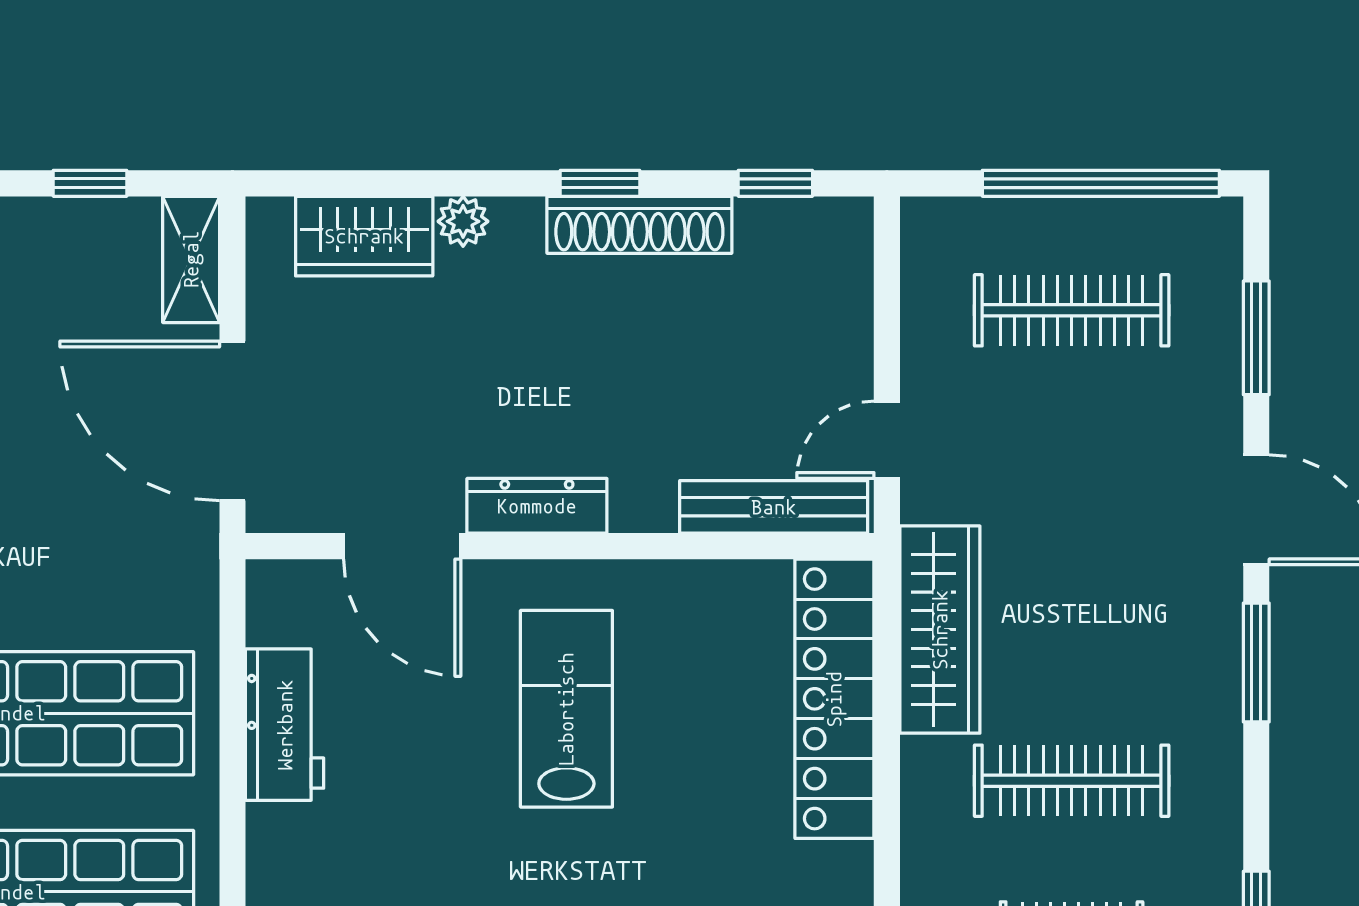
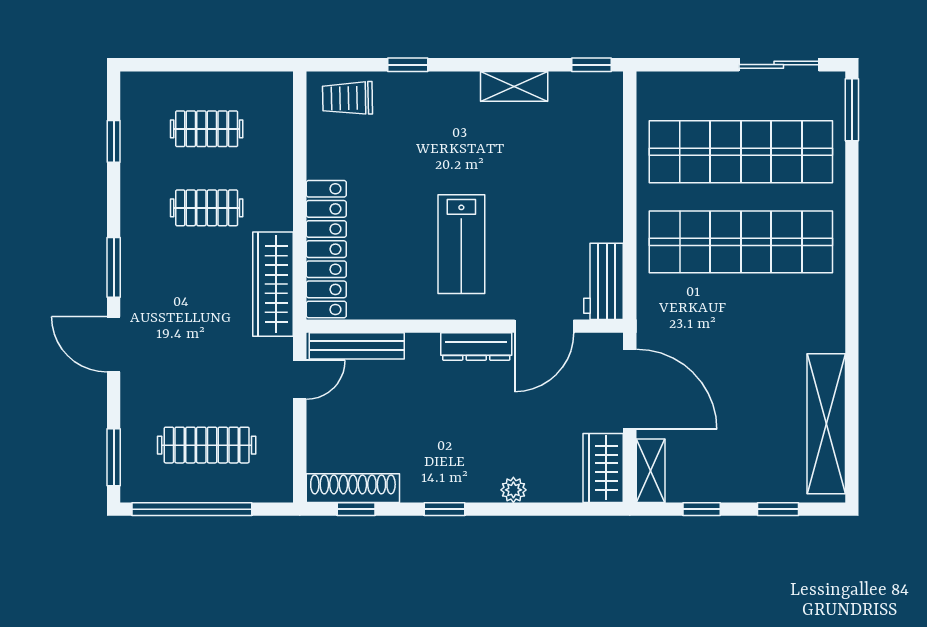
shoe rack: (639, 225) -> (353, 488), moved
wardrobe: (364, 236) -> (603, 468), moved, turned -90
window: (1256, 338) -> (114, 457), moved
door: (402, 546) -> (544, 326), swing flipped
workbench: (285, 725) -> (603, 281), moved
clothes rail: (1072, 781) -> (207, 208), width x0.73

